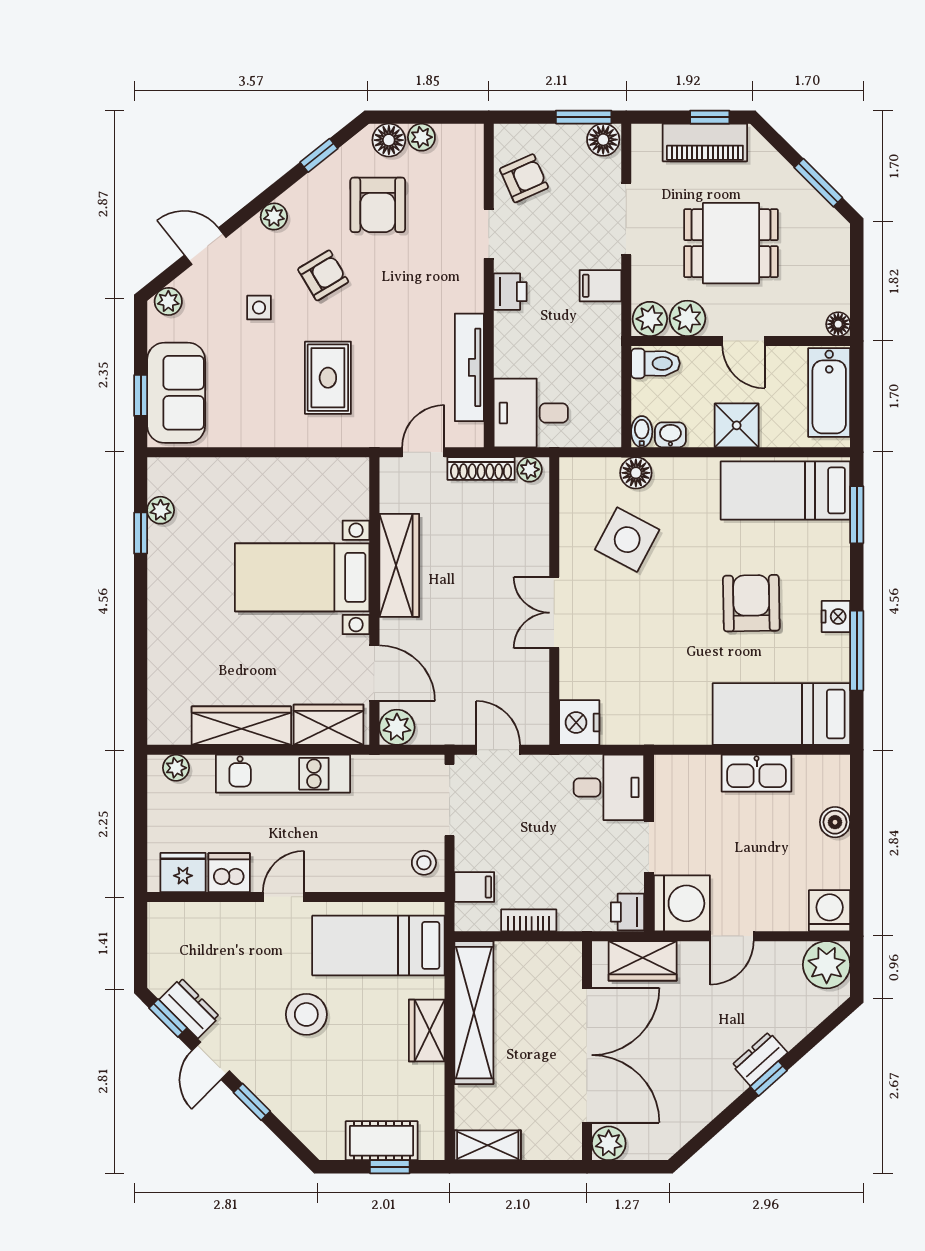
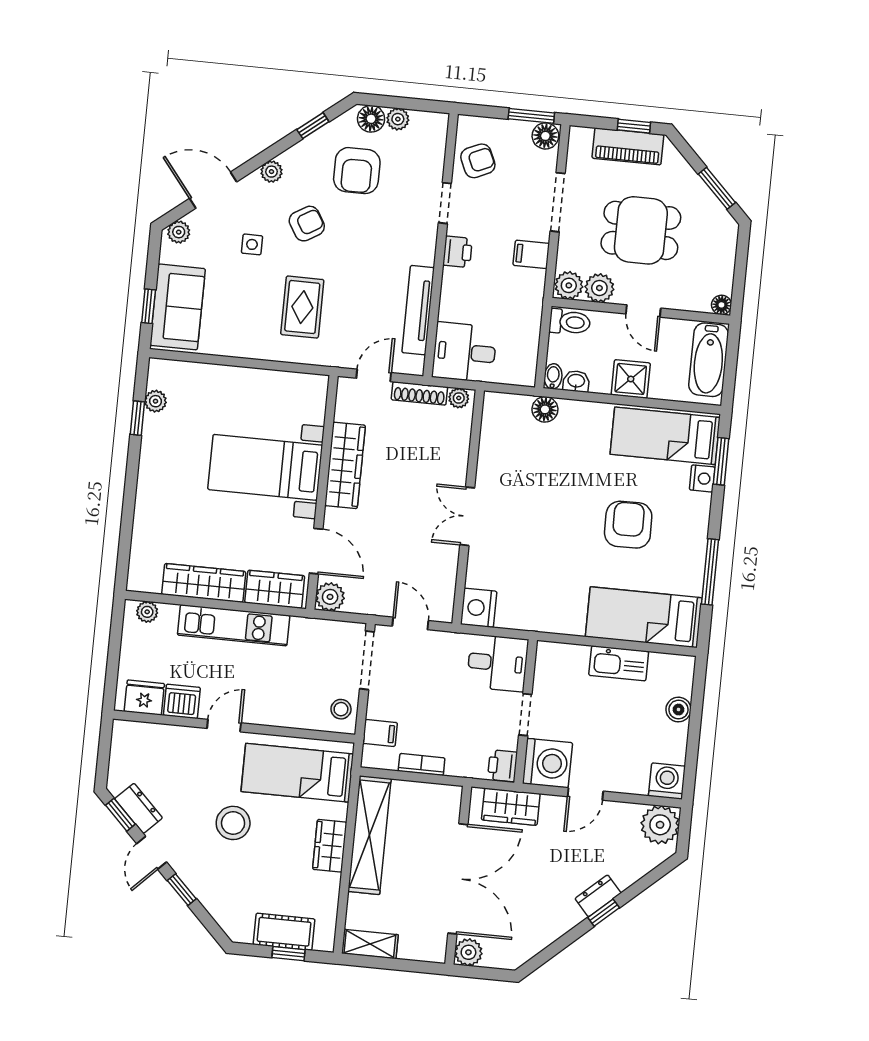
door: (205, 246) -> (213, 190), width x1.38
side table: (627, 540) -> (532, 463), removed
nightstand: (836, 617) -> (702, 478), moved

